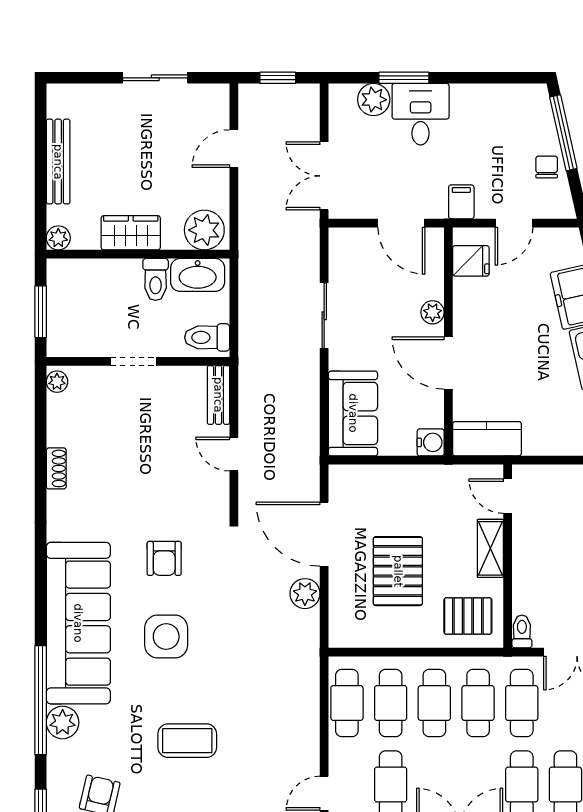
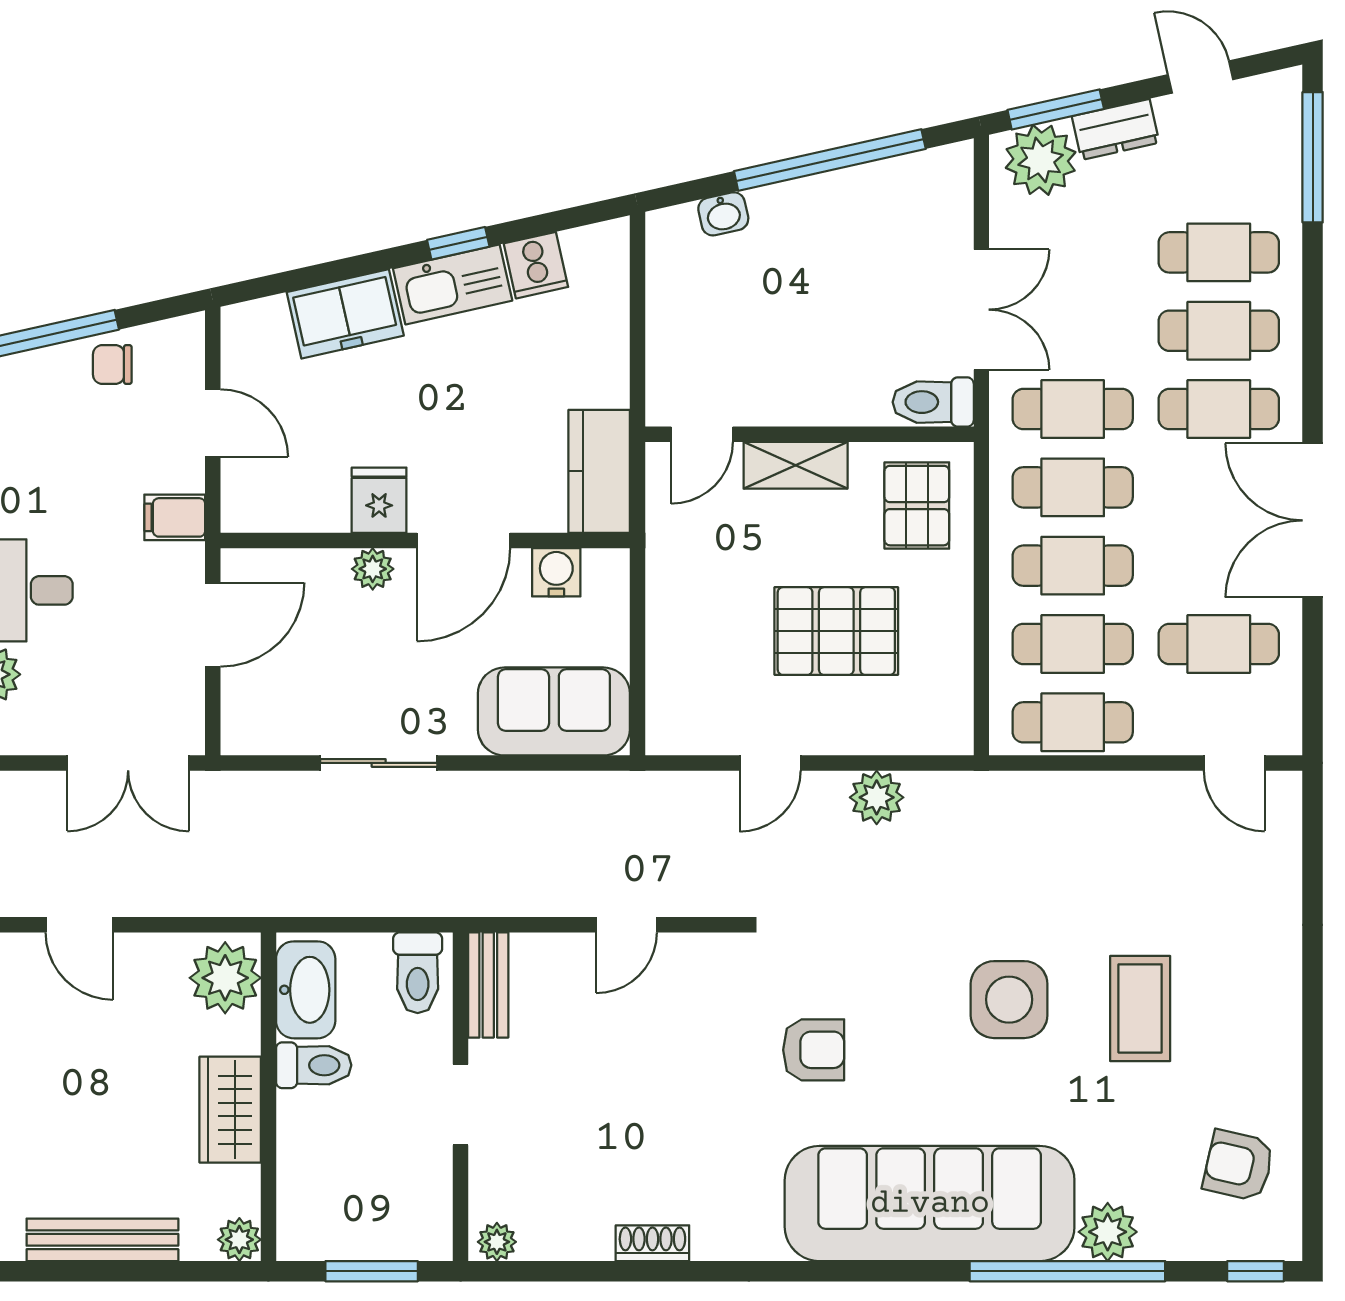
fridge: (471, 261) -> (379, 500), moved
bench: (218, 395) -> (488, 985), moved, turned 90
water cooler: (431, 442) -> (556, 572), moved
door: (324, 534) -> (770, 763), width x0.53
toilet: (522, 631) -> (933, 402), width x1.37, depth x1.39
side table: (166, 636) -> (1009, 1000), moved

